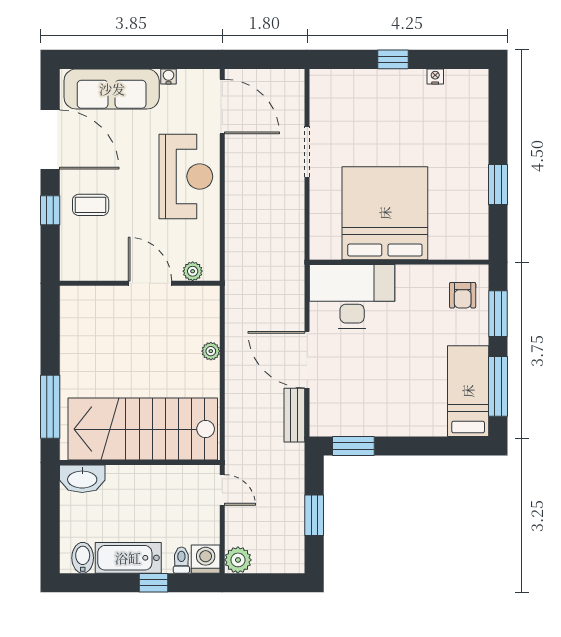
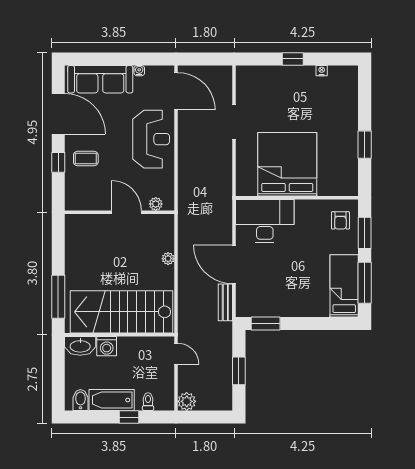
washing machine: (206, 559) -> (107, 346), moved, turned 180

